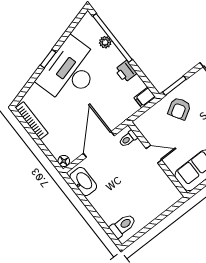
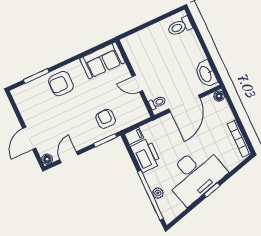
printer: (126, 71) -> (146, 155), width x1.87, depth x1.48
armchair: (179, 109) -> (106, 119), turned -59

